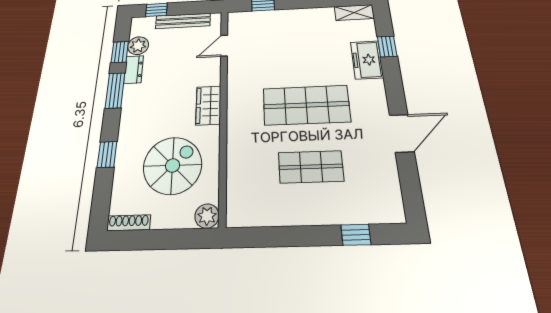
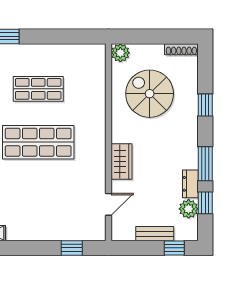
bench: (183, 21) -> (155, 234), width x0.73
wardrobe: (208, 105) -> (121, 161), moved
spiral stairs: (173, 165) -> (150, 94), turned 90

